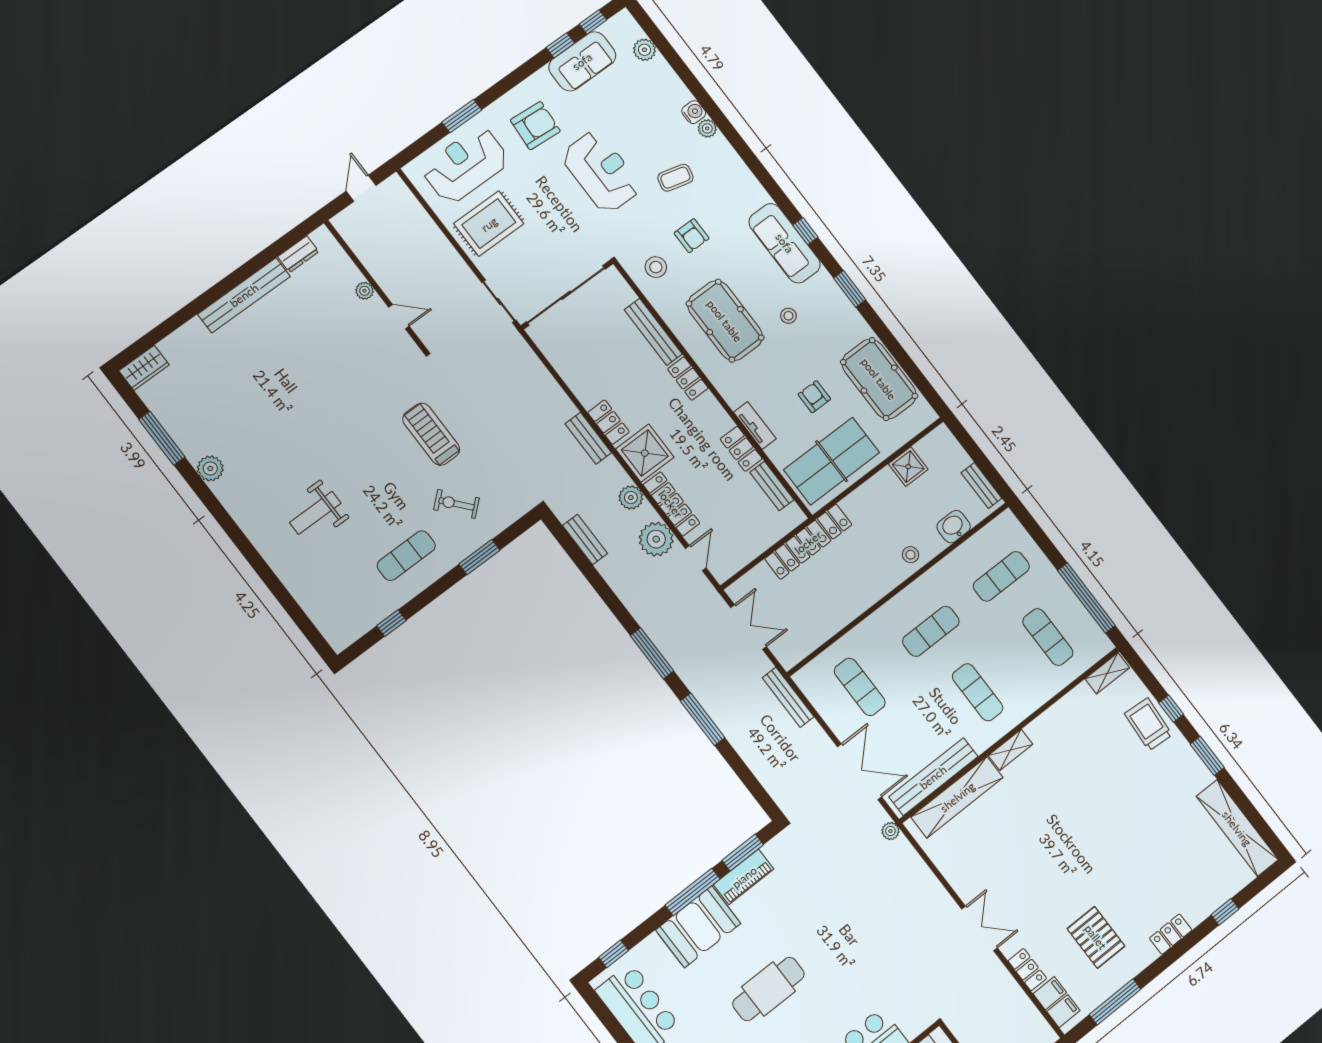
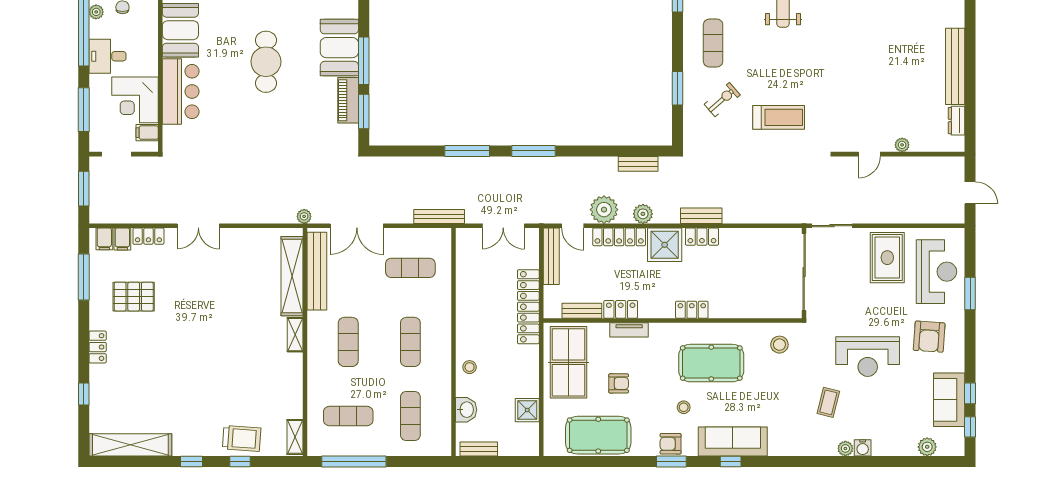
armchair: (692, 236) -> (671, 444), moved
bench: (653, 332) -> (551, 256), moved, turned 90
exercise mat: (978, 692) -> (348, 342), turned 90
window: (1207, 756) -> (191, 461), width x0.67

